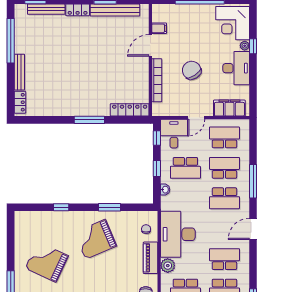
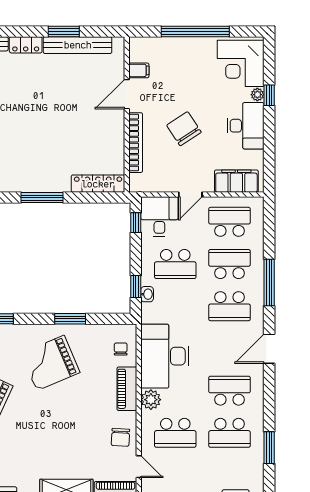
window: (157, 169) -> (136, 287), moved

